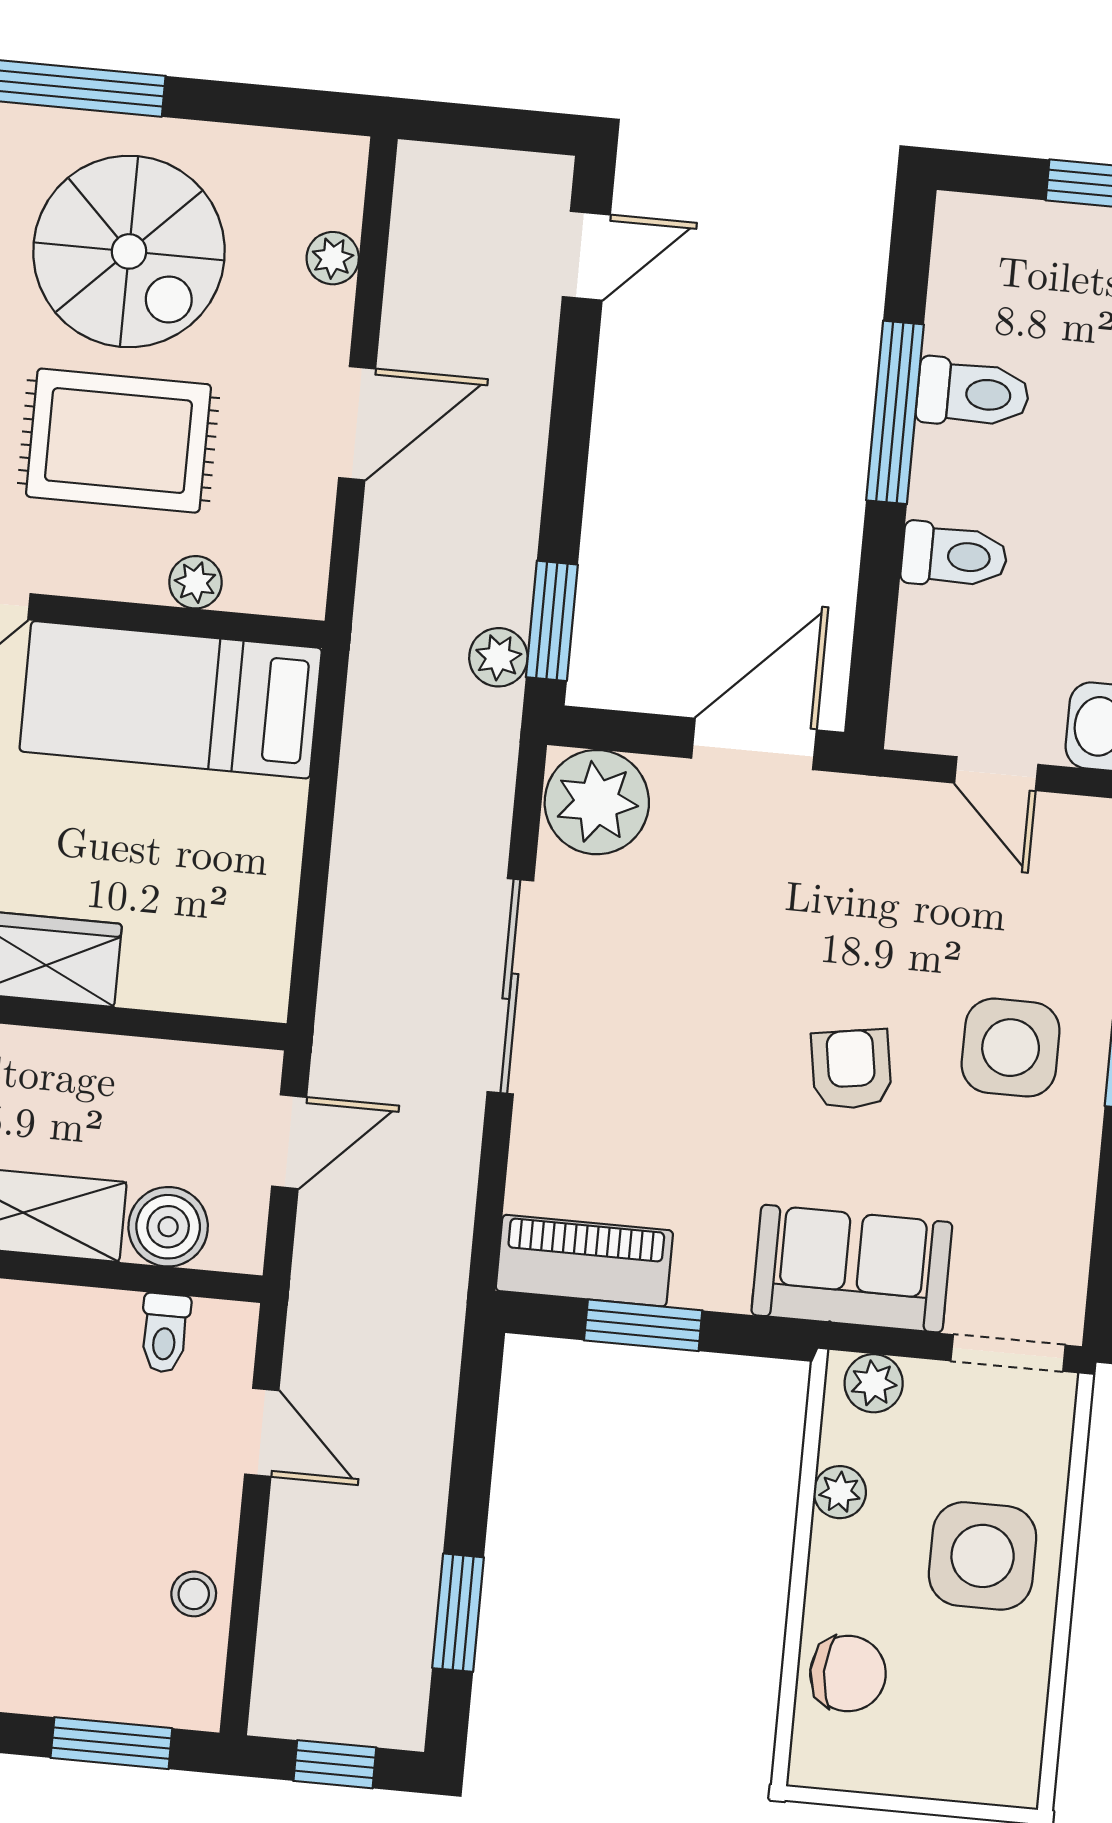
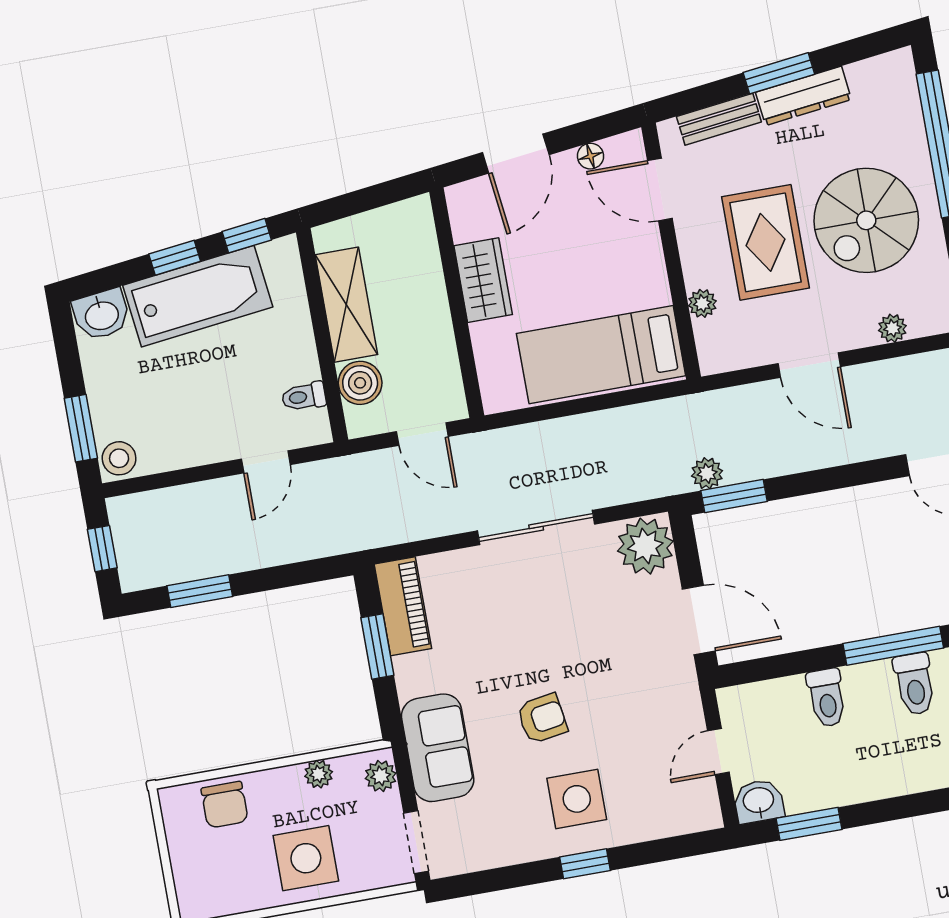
bed: (171, 700) -> (601, 355), moved, turned -90
stool: (194, 1594) -> (119, 458), moved, width x1.37, depth x1.37

